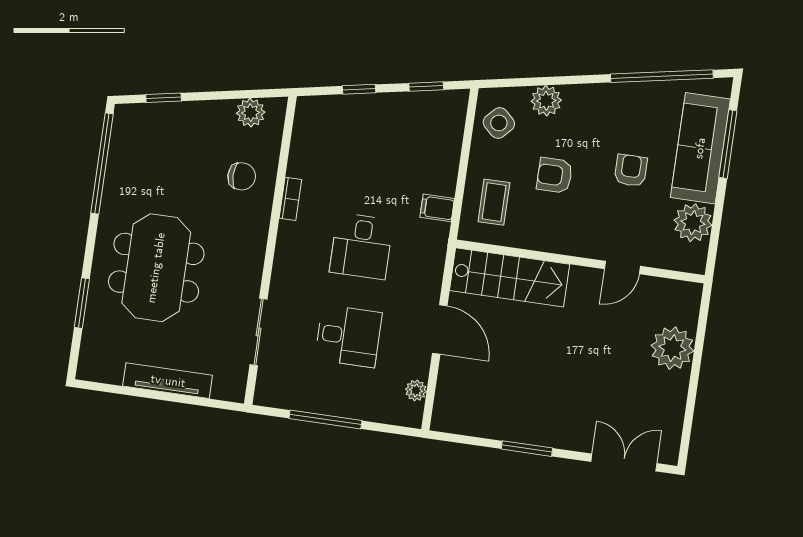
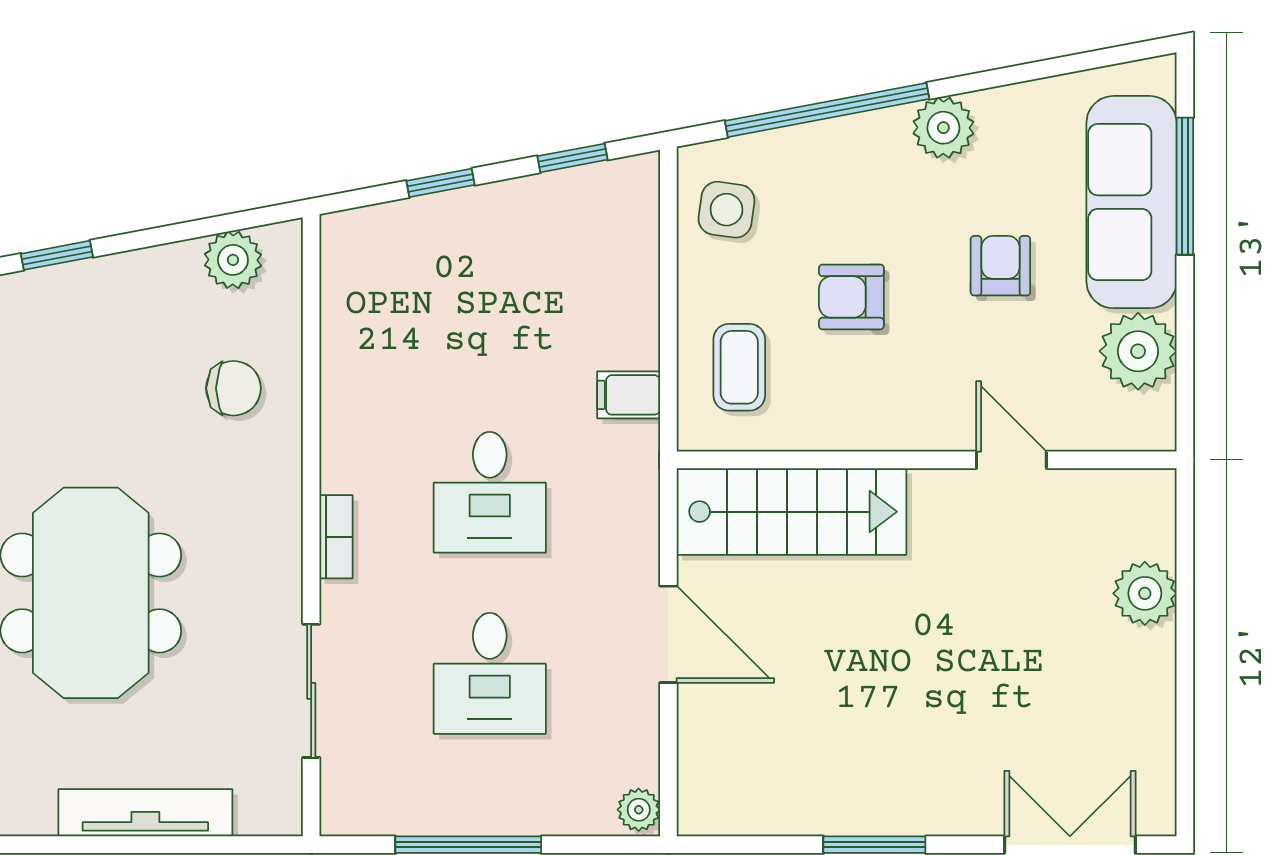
window: (662, 76) -> (827, 110), moved
plant: (546, 101) -> (943, 128), moved
side table: (499, 123) -> (726, 210), turned -35
bookcase: (290, 199) -> (336, 537), moved
door: (622, 268) -> (1011, 460), swing flipped
desk: (348, 336) -> (490, 673), turned 90
plant: (672, 348) -> (1145, 593), width x0.73, depth x0.73
plant: (416, 390) -> (639, 810), moved

